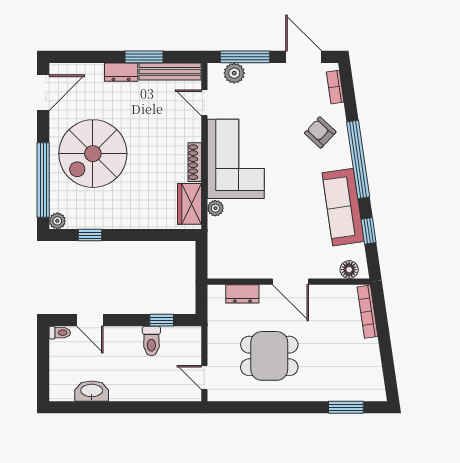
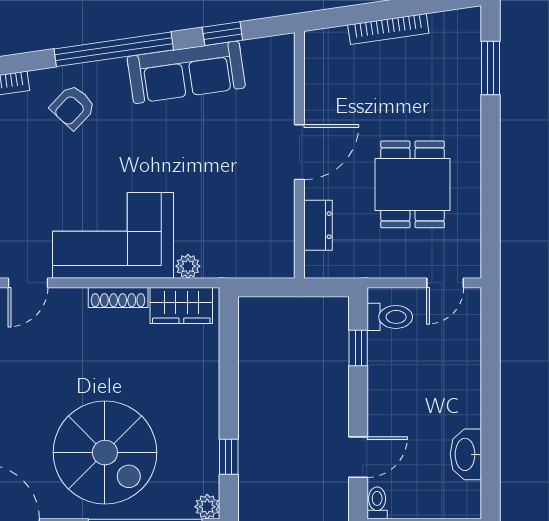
floor lamp: (349, 270) -> (281, 63), removed
bookcase: (367, 312) -> (388, 29), moved
toilet: (151, 341) -> (390, 317), moved

